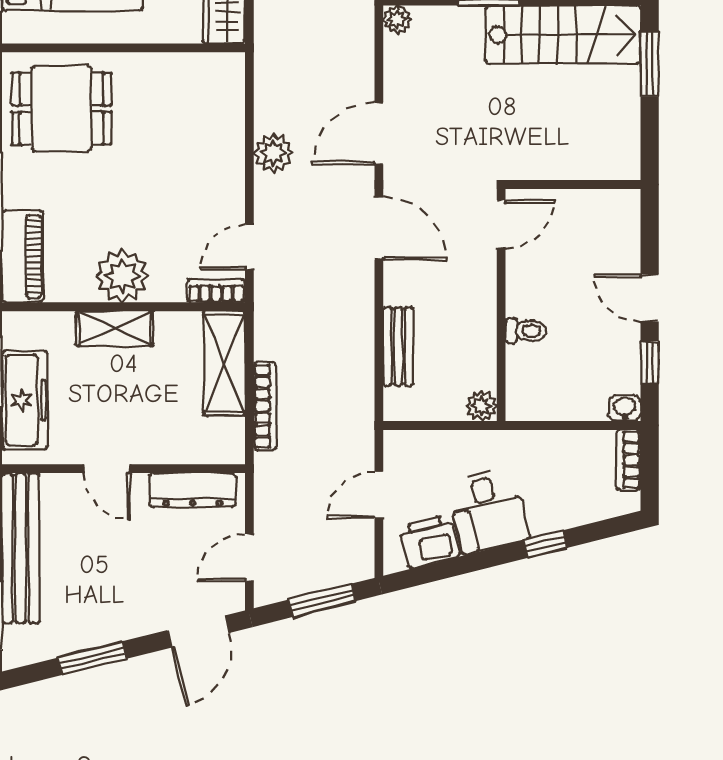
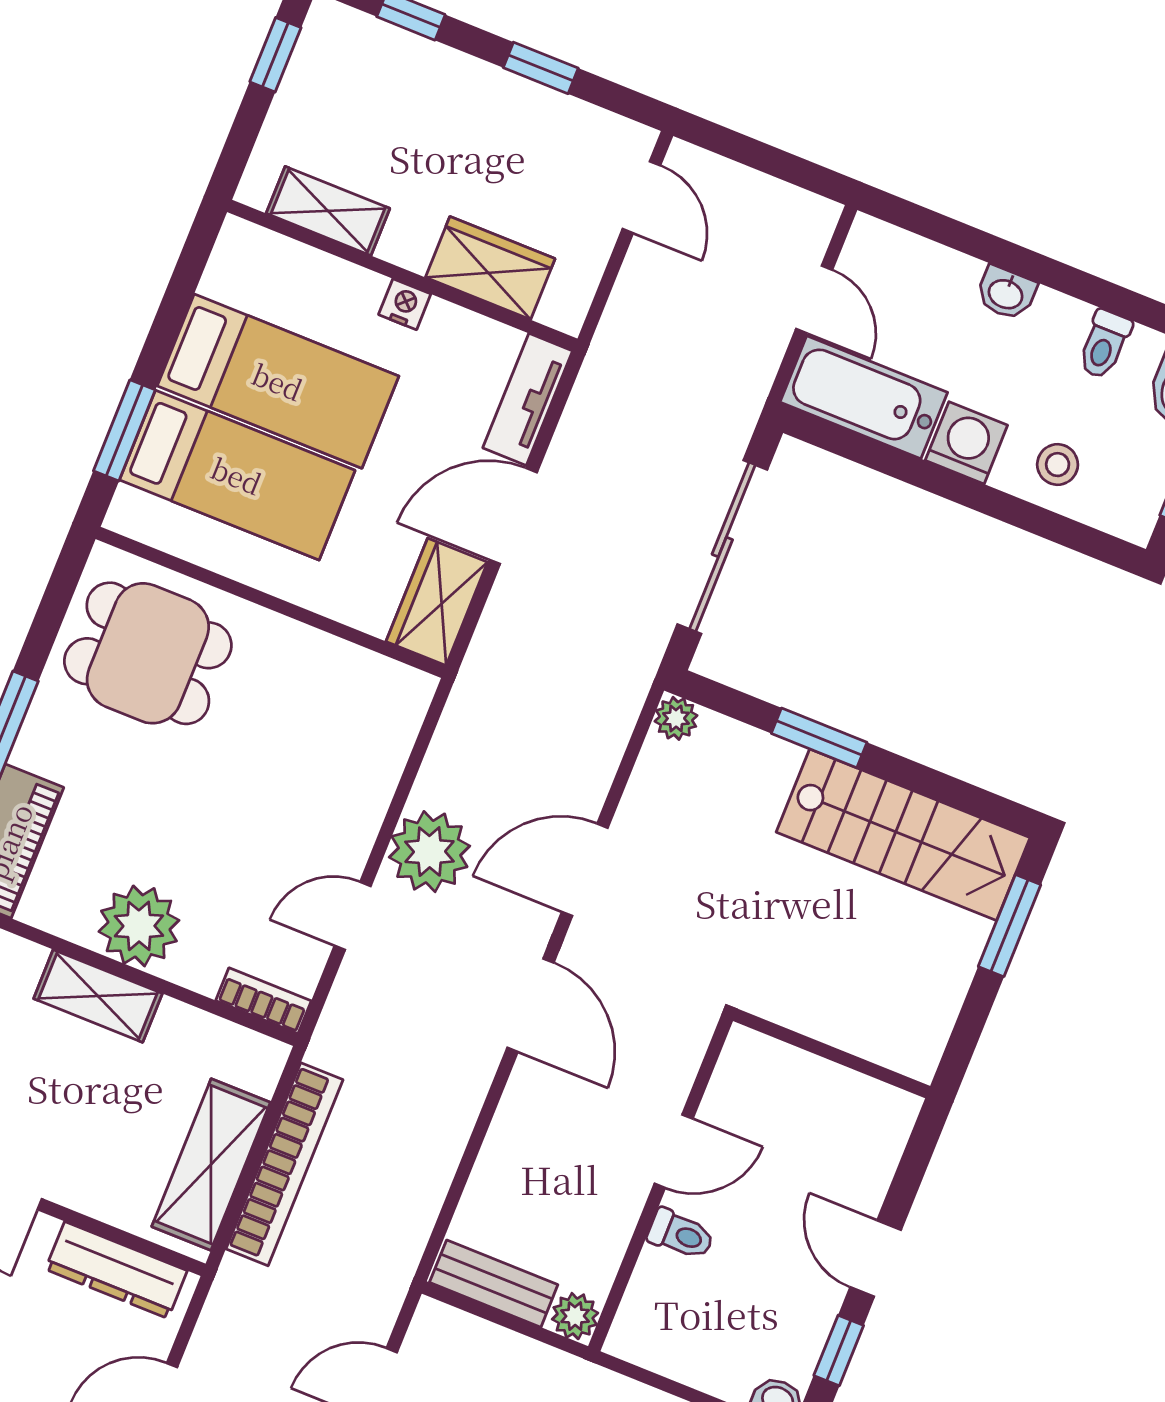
plant: (273, 153) -> (429, 852), width x1.36, depth x1.36
door: (501, 224) -> (674, 1151), moved
door: (249, 247) -> (353, 916), moved
bench: (398, 346) -> (494, 1284), moved, turned 90
shelving: (224, 363) -> (211, 1165), moved
bookcase: (265, 406) -> (284, 1164), width x1.48, depth x1.31

